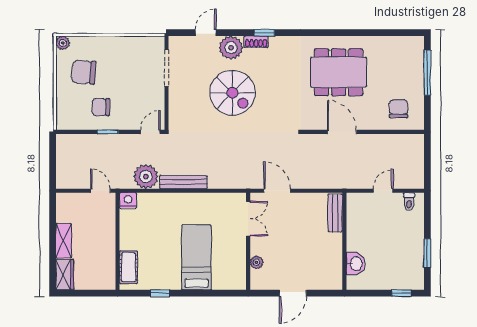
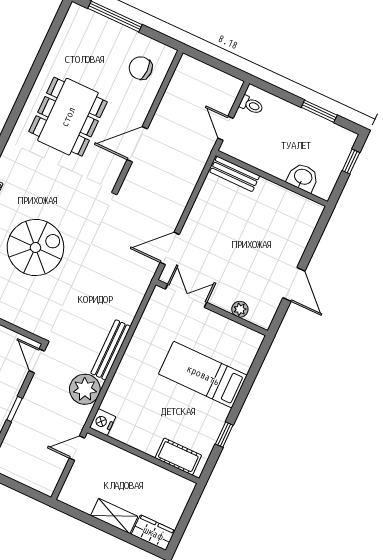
bench: (335, 213) -> (235, 174), moved
wall: (344, 241) -> (272, 179), moved
washbasin: (356, 264) -> (303, 177), moved

